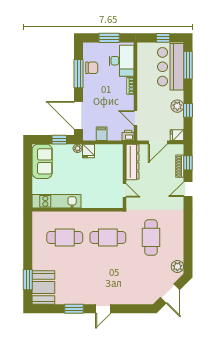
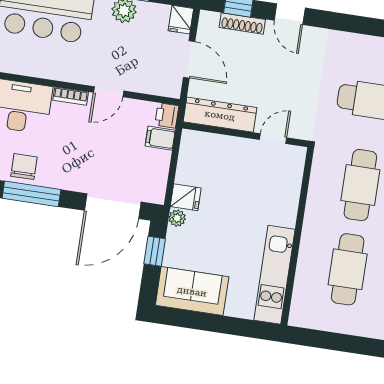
door: (135, 118) -> (109, 92), moved
filing cabinet: (102, 134) -> (160, 138), moved

